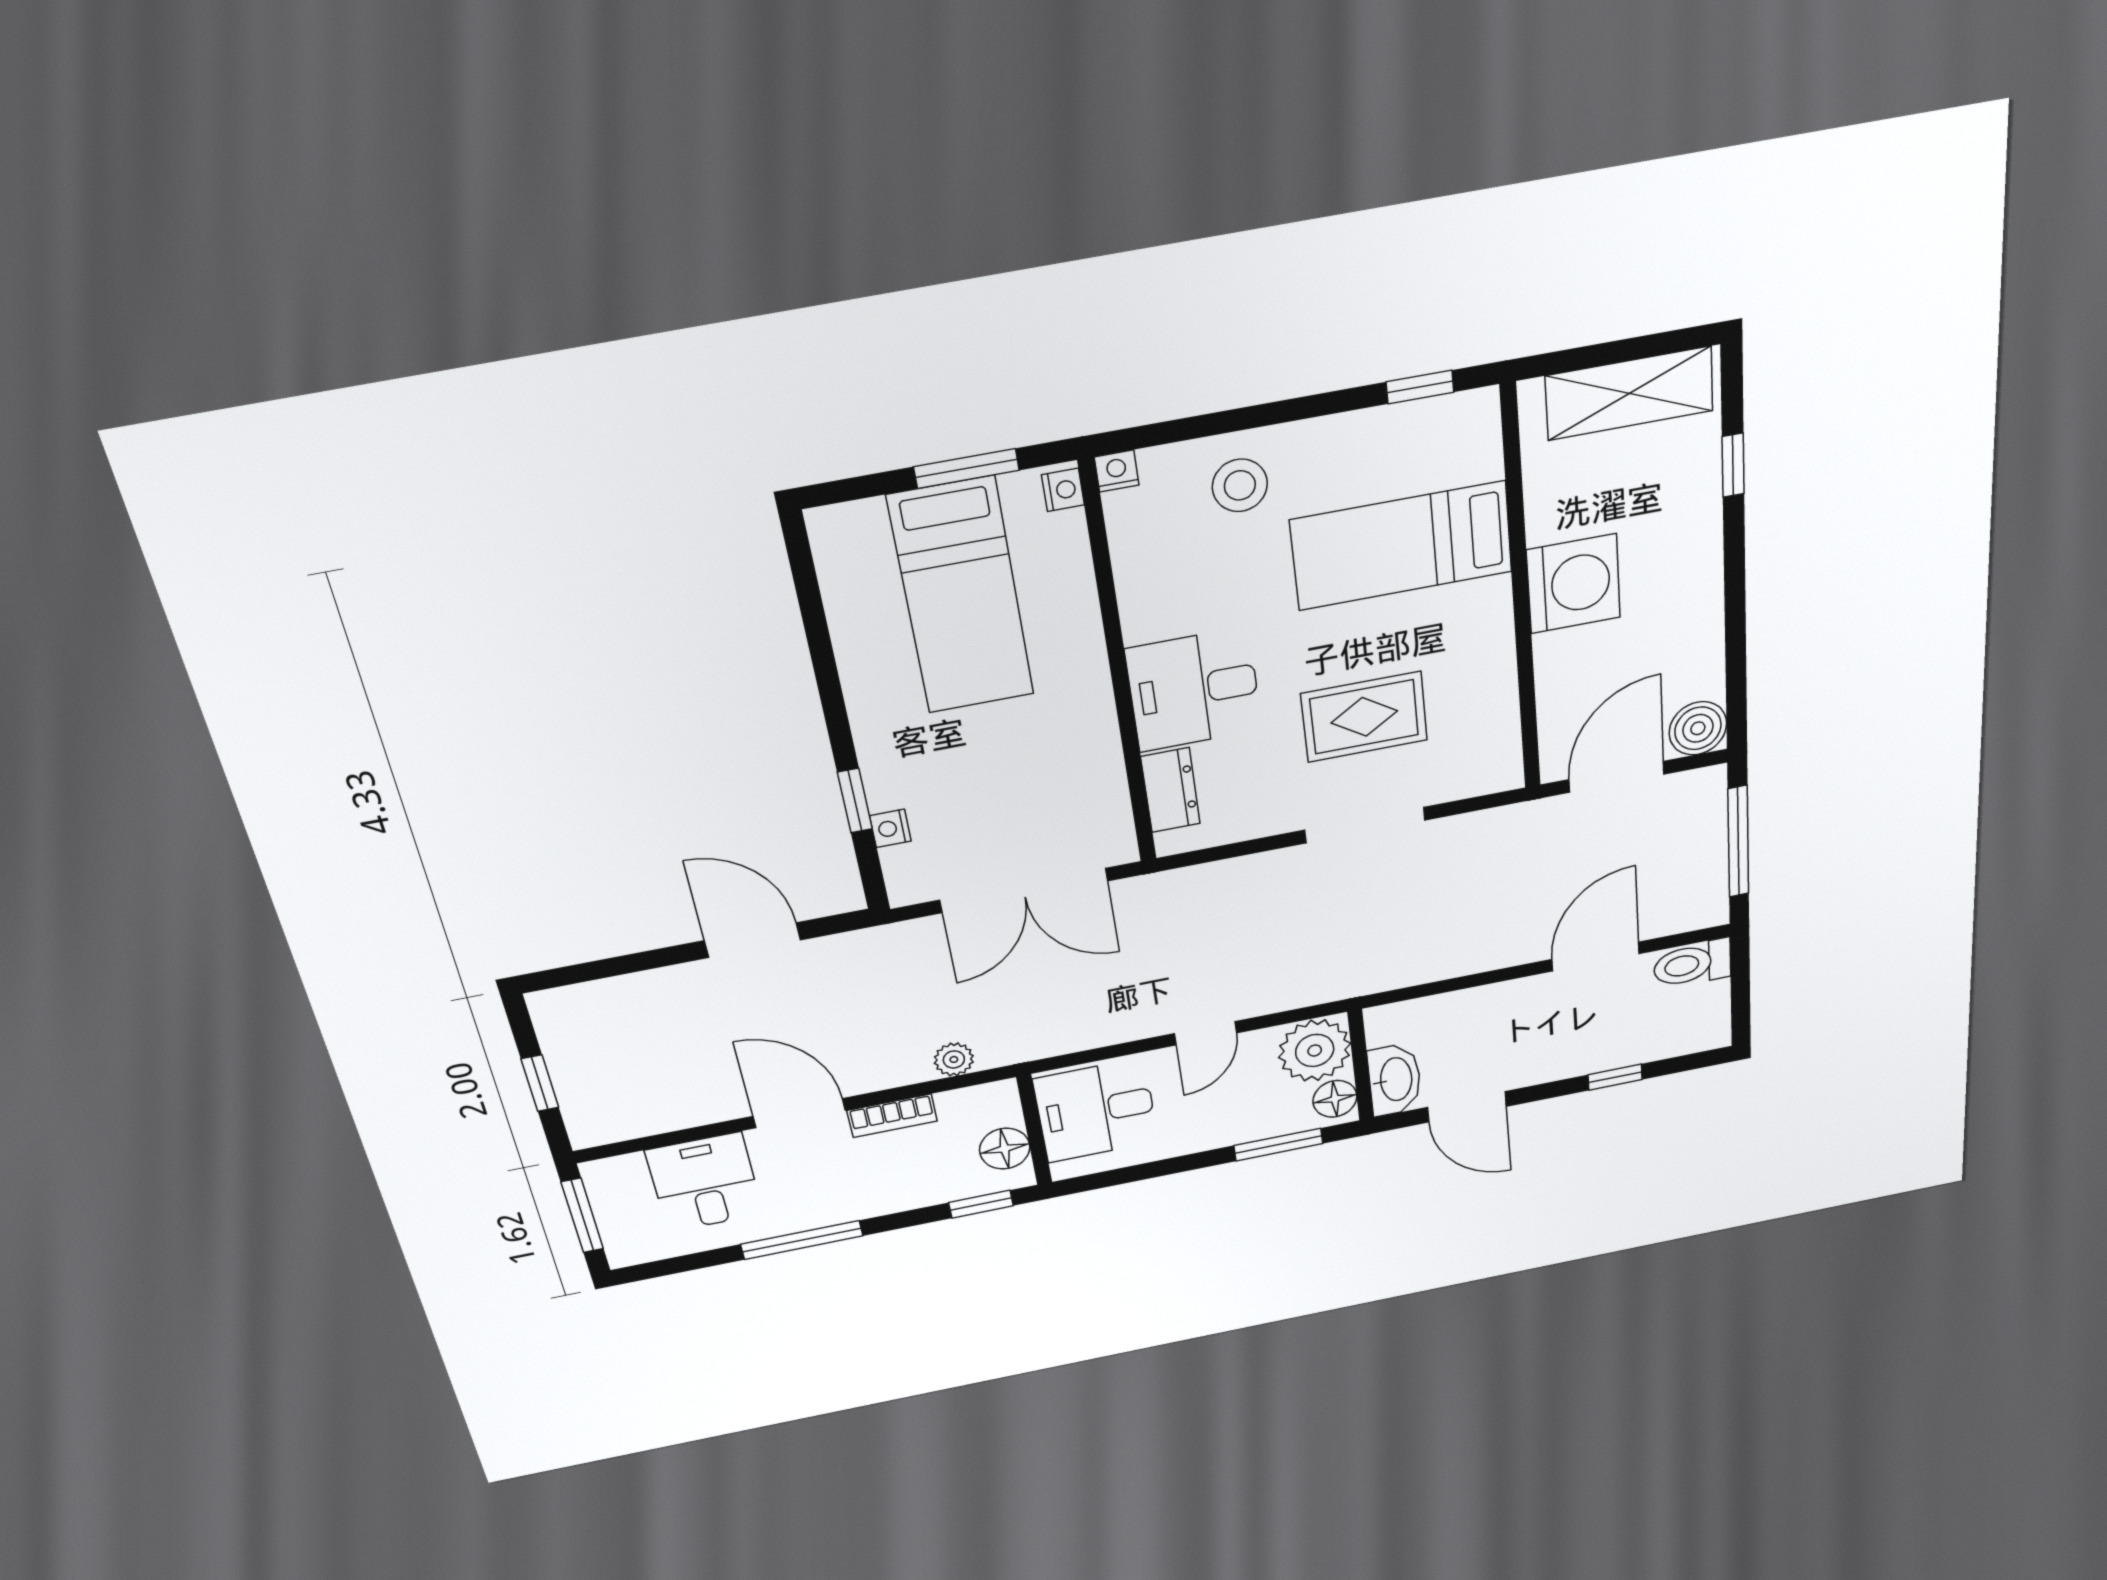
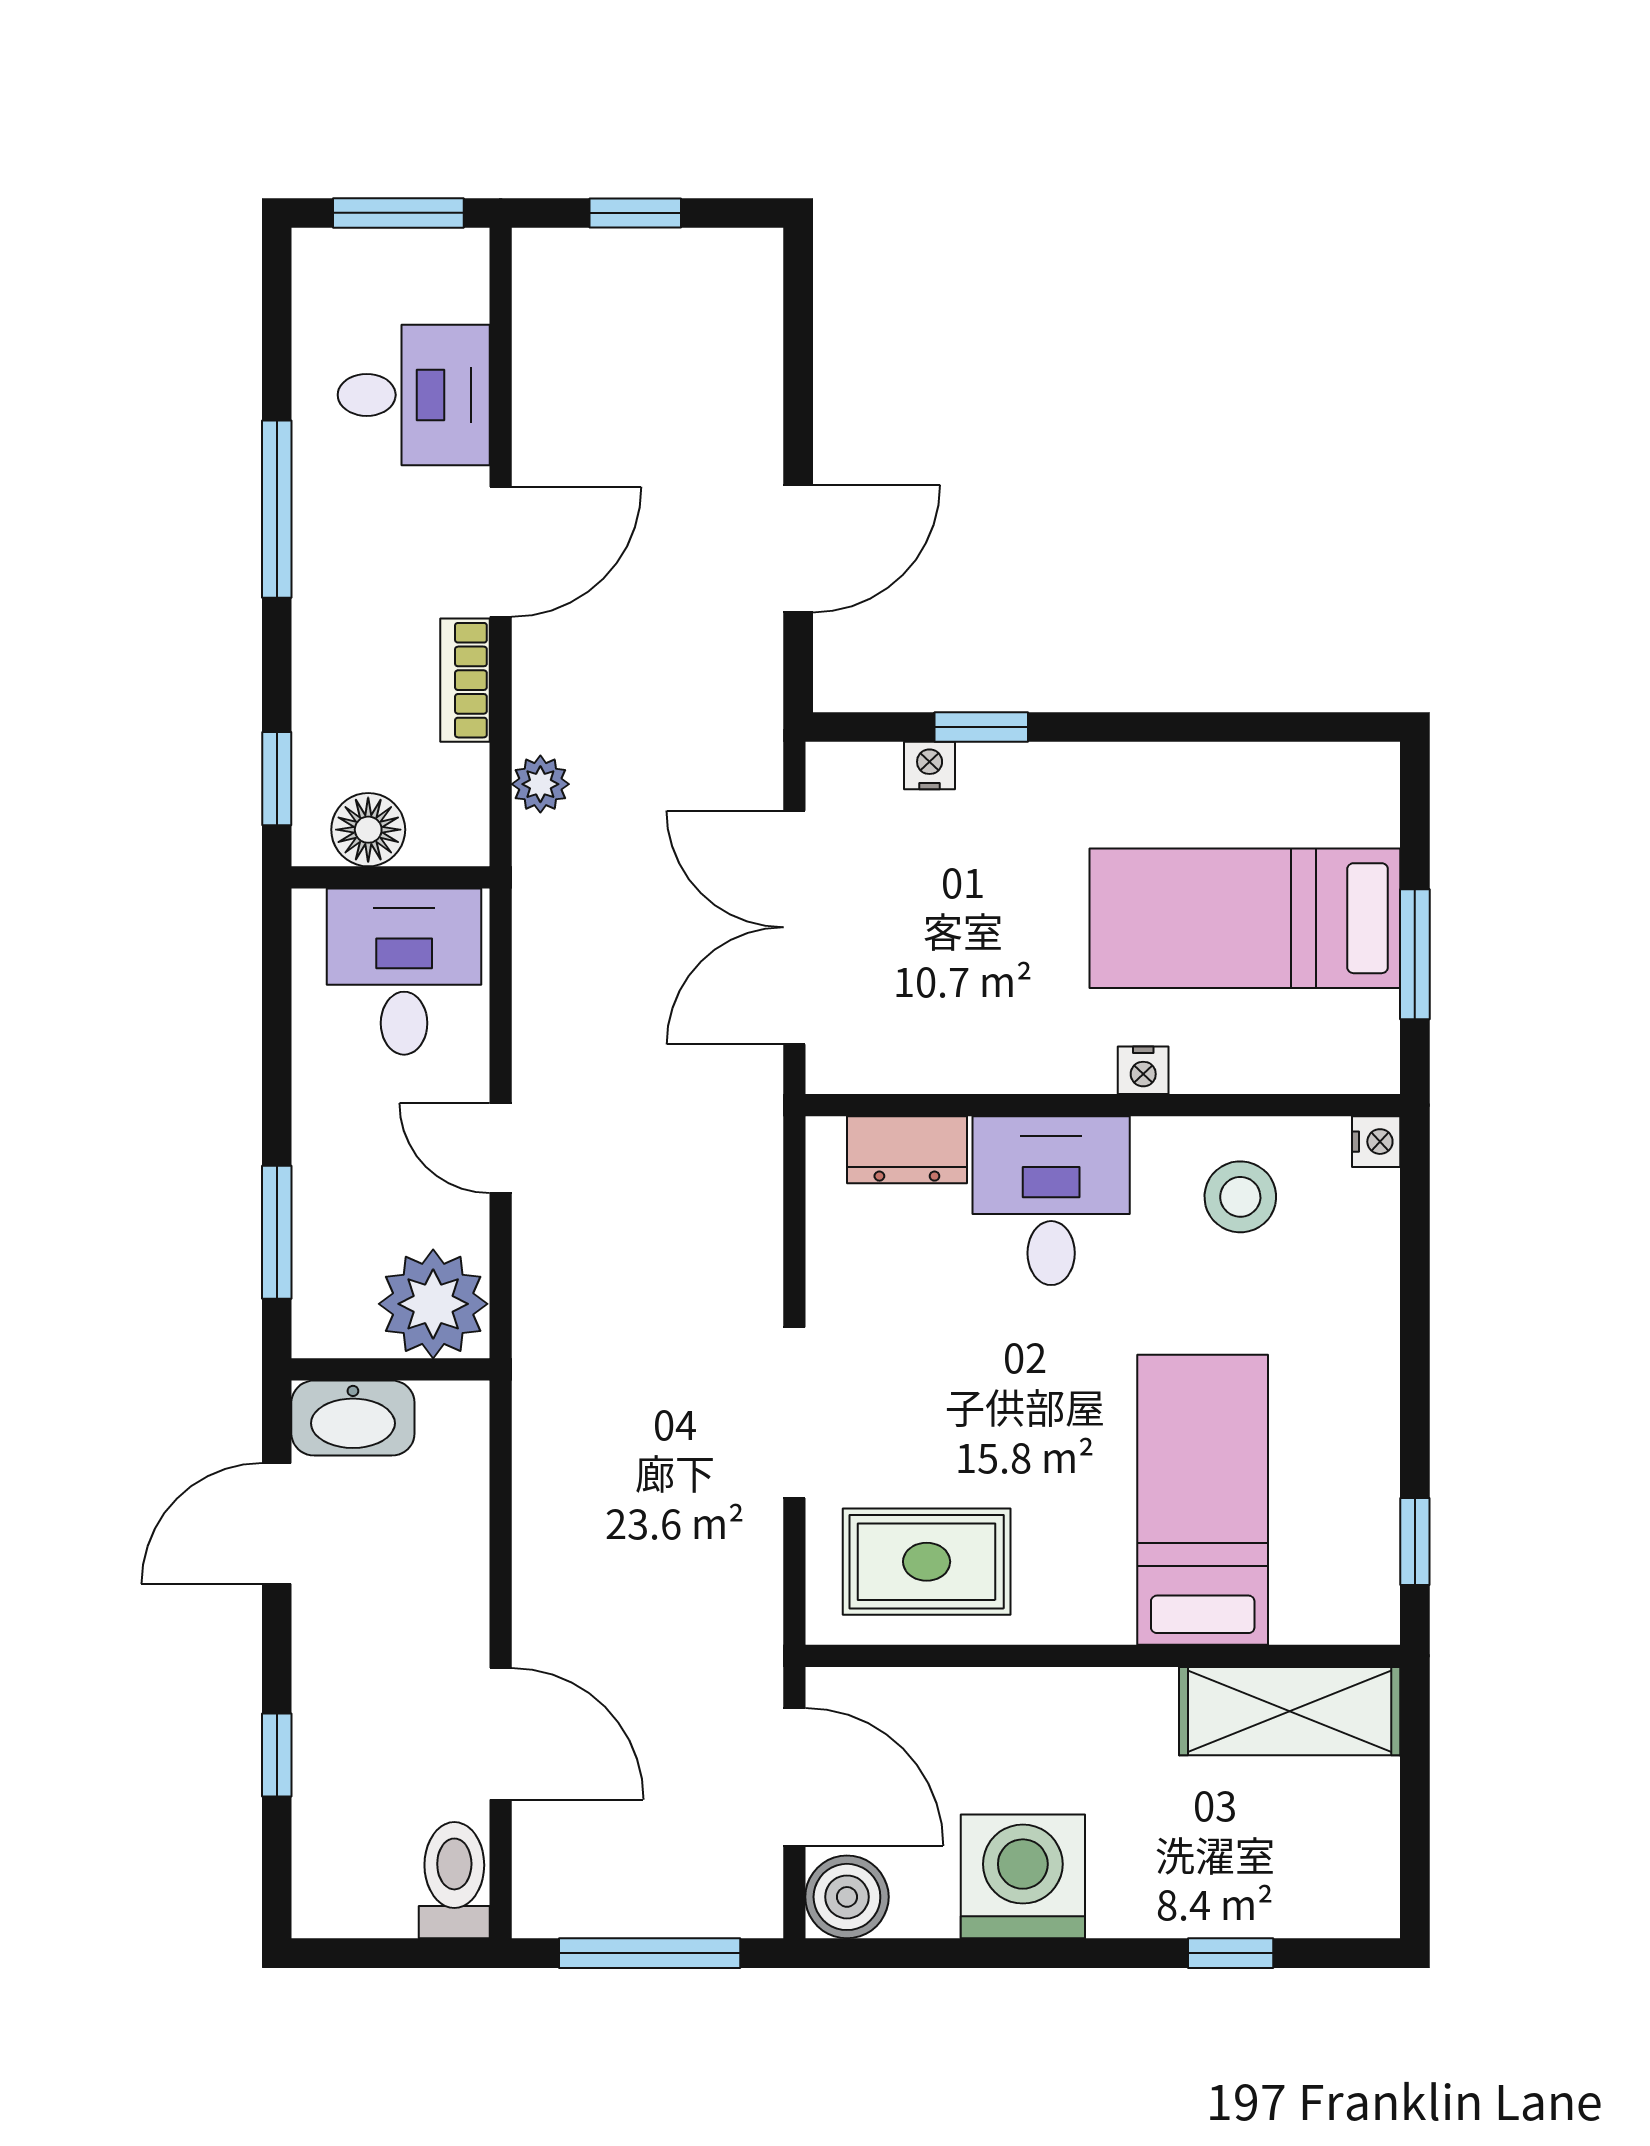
shelving: (1629, 393) -> (1290, 1711), moved, turned 90
stool: (1240, 485) -> (1240, 1197), moved
nightstand: (1063, 490) -> (1143, 1070), moved
washing machine: (1573, 584) -> (1023, 1876), moved, turned 180
rug: (1364, 717) -> (927, 1562), moved, turned 90
floor lamp: (1335, 1099) -> (340, 1325), removed

